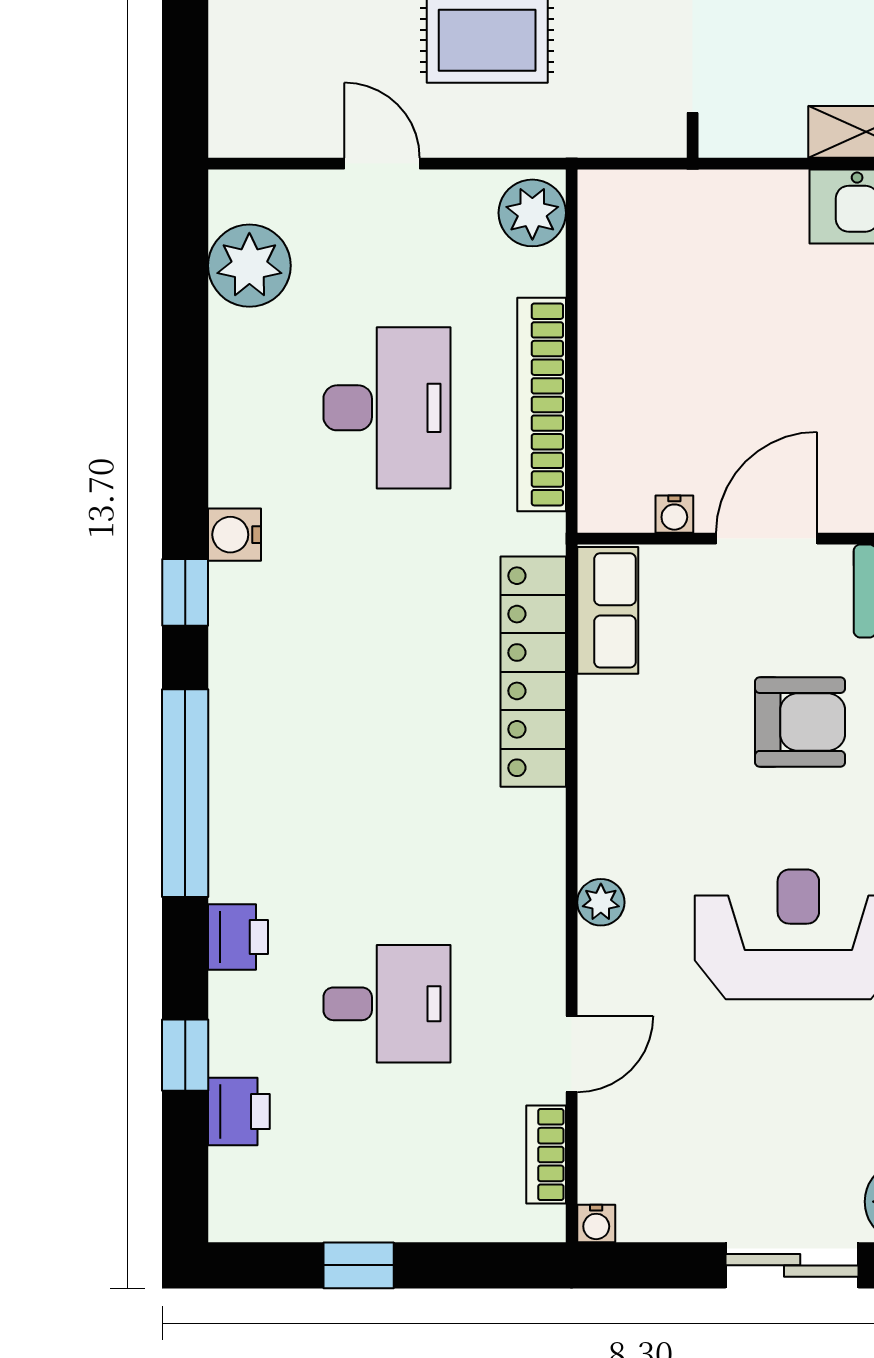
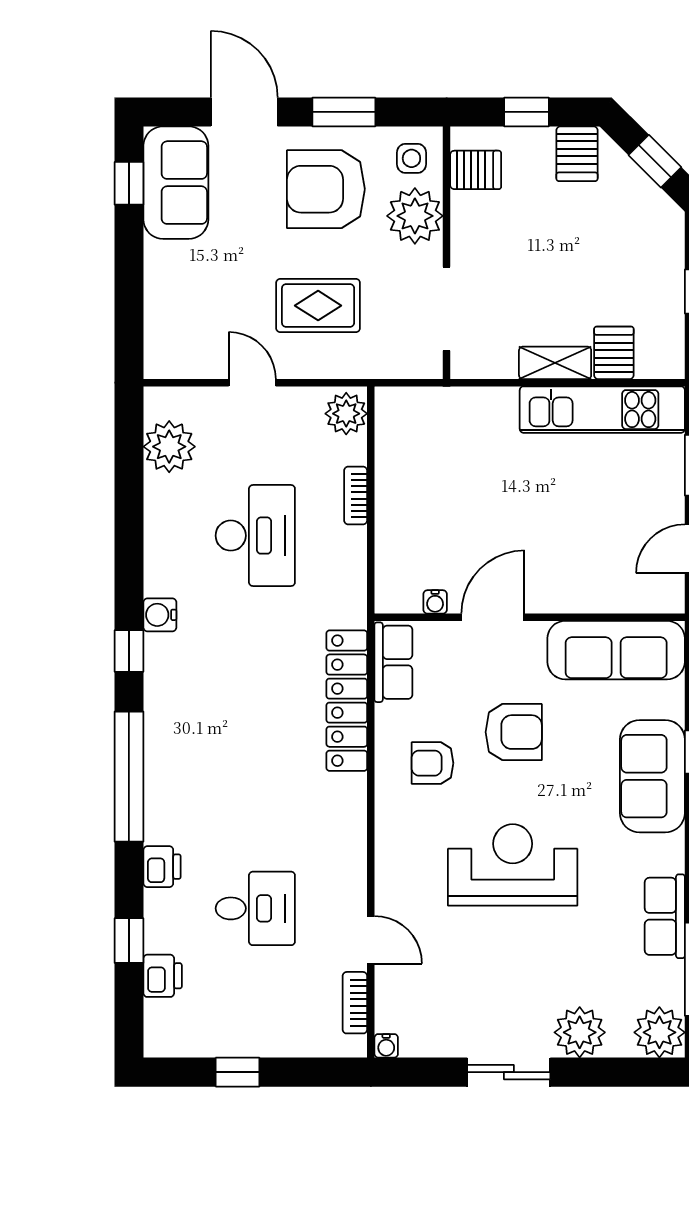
bookcase: (542, 404) -> (356, 495), width x0.43, depth x0.76
armchair: (670, 772) -> (433, 763), added
plant: (601, 902) -> (389, 845), removed
door: (572, 1054) -> (371, 940), hinge flipped

